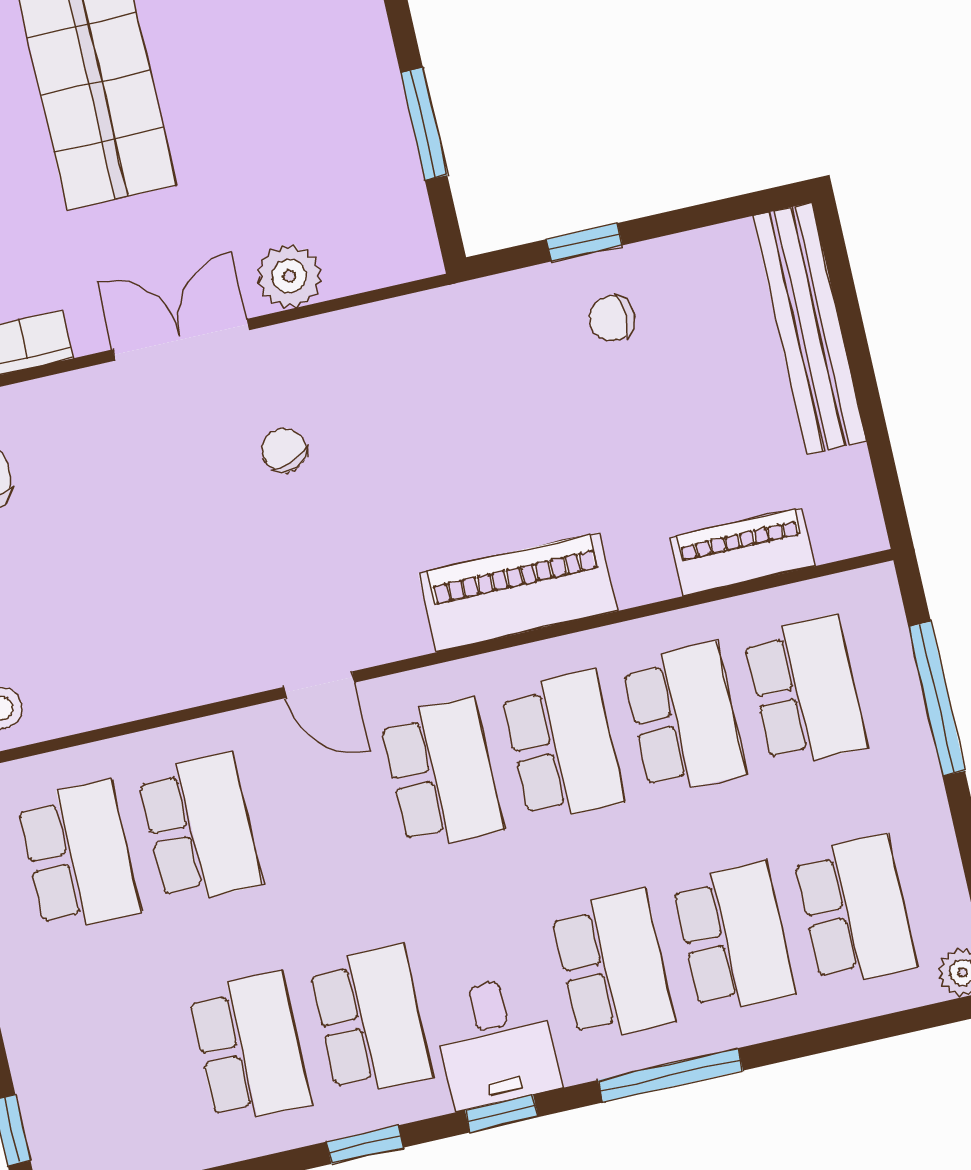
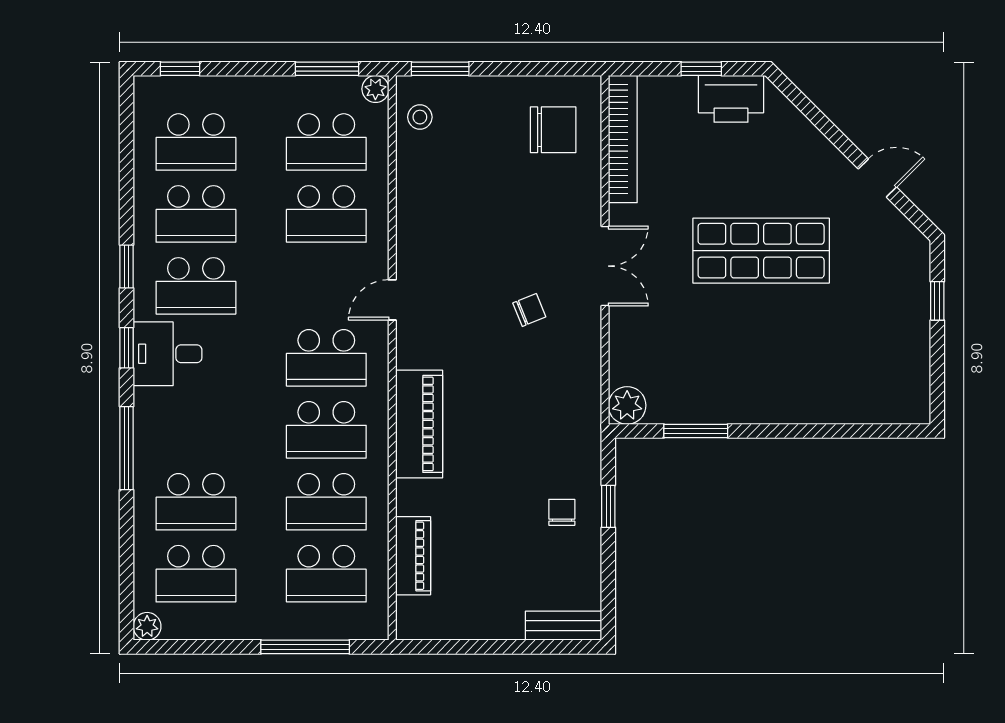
plant: (289, 276) -> (627, 405), moved
bench: (809, 329) -> (564, 626), width x0.54, depth x0.82
school desk: (613, 965) -> (196, 142), moved

